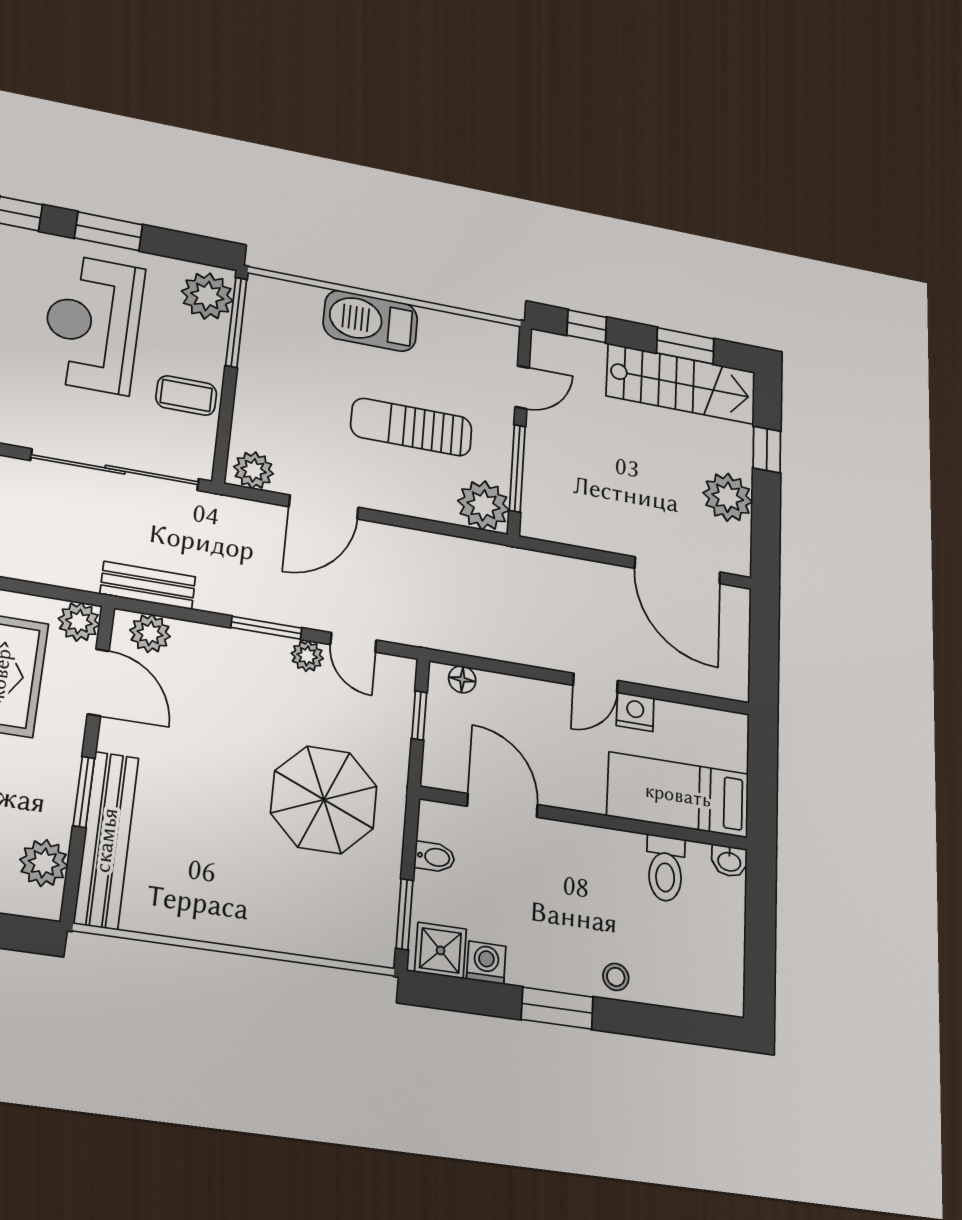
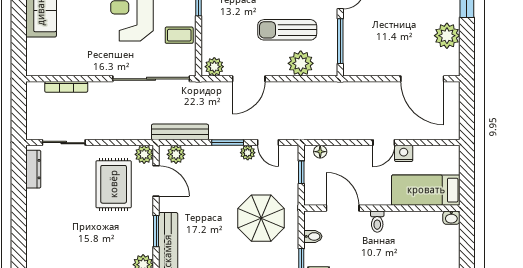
plant: (484, 505) -> (301, 63), moved
bench: (148, 585) -> (180, 132), width x1.36
toilet: (665, 868) -> (377, 222), moved, width x0.73, depth x0.72

